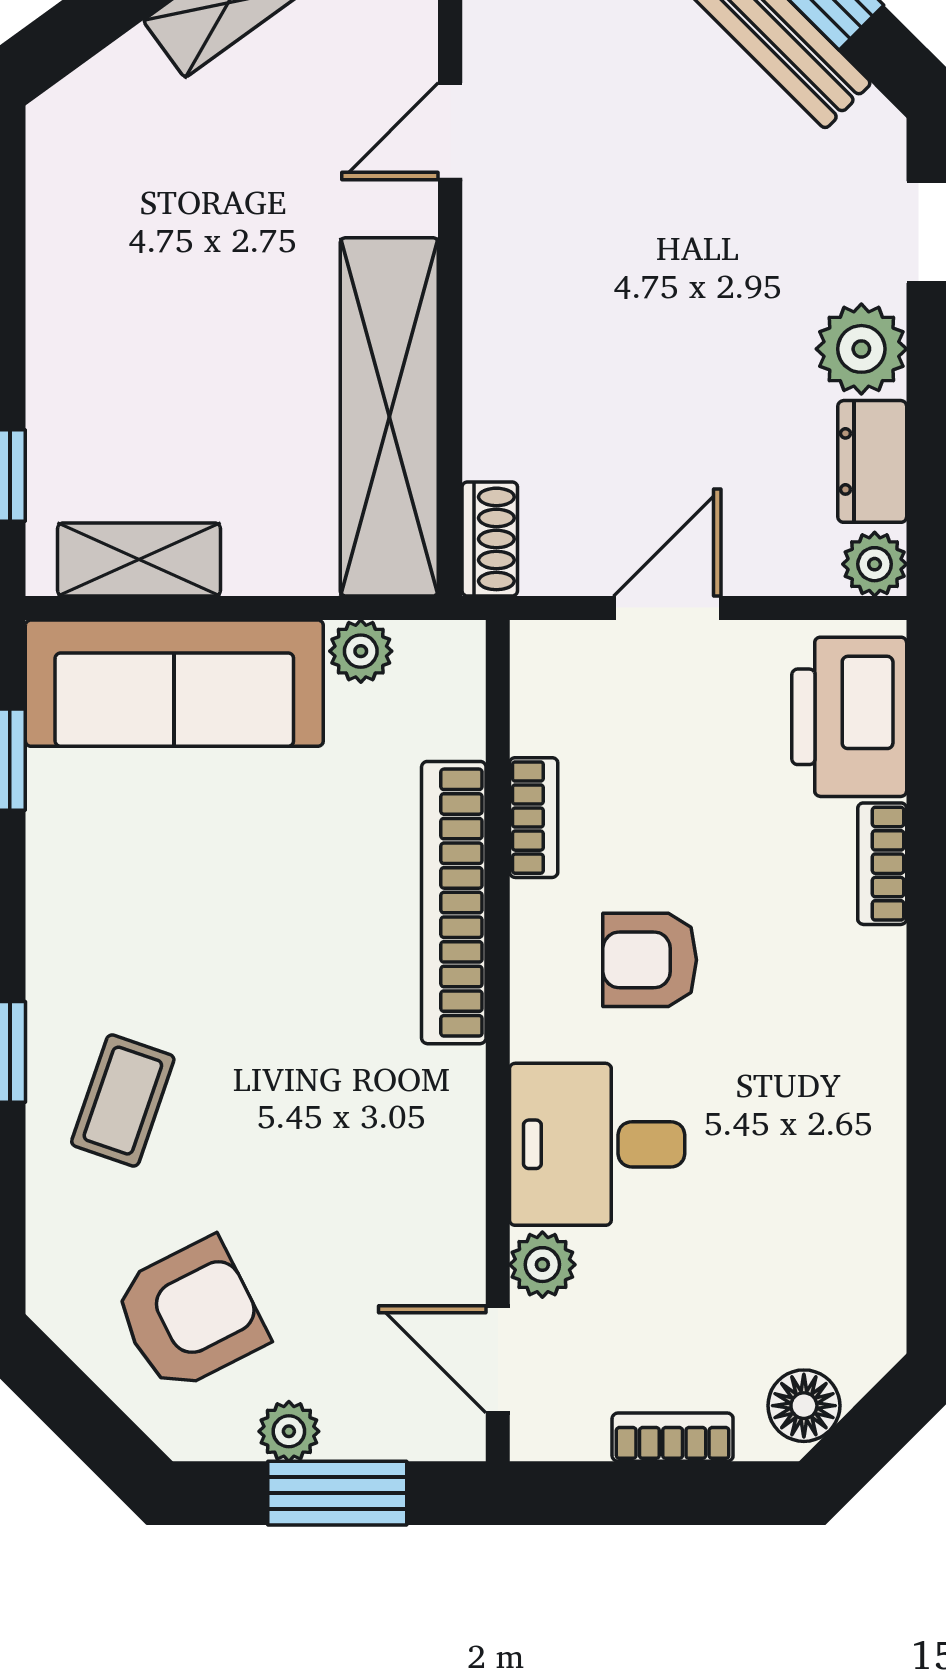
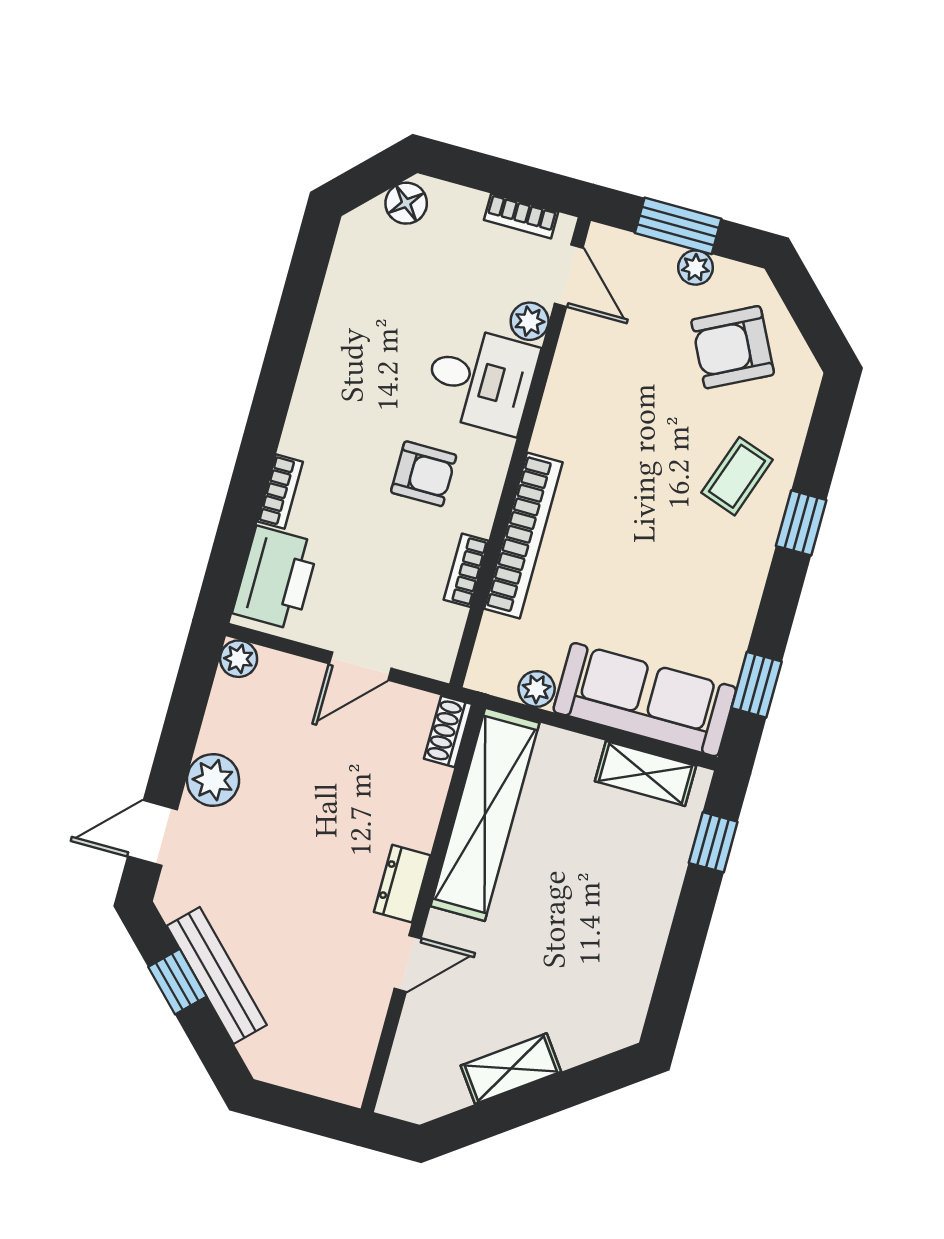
dresser: (872, 461) -> (402, 884), moved, turned 180
bookcase: (673, 1437) -> (521, 216), moved

